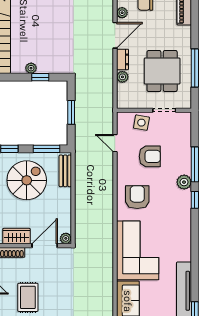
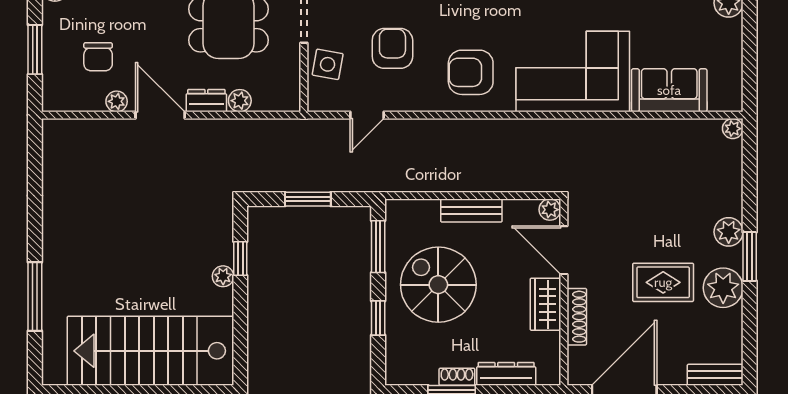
bench: (65, 171) -> (471, 210), moved

